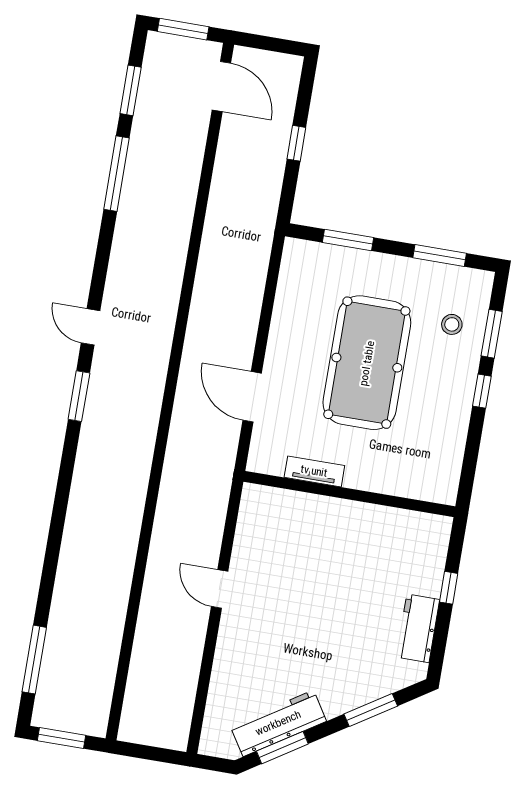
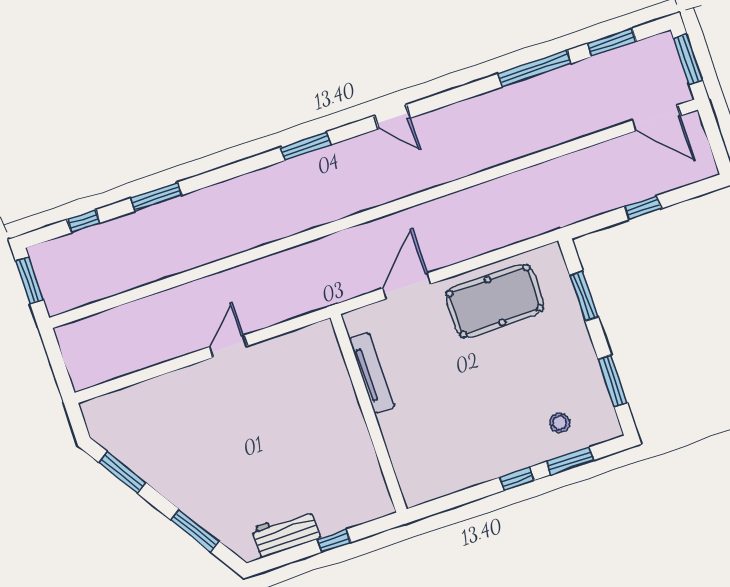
door: (221, 87) -> (657, 118), hinge flipped
door: (91, 327) -> (392, 117), swing flipped
pool table: (367, 363) -> (495, 301), moved, width x0.73, depth x0.76
window: (79, 396) -> (305, 146), moved
tv unit: (314, 471) -> (372, 373), width x1.41
window: (48, 582) -> (156, 197), added
window: (34, 660) -> (84, 221), width x0.46
workbench: (278, 723) -> (141, 458), removed

